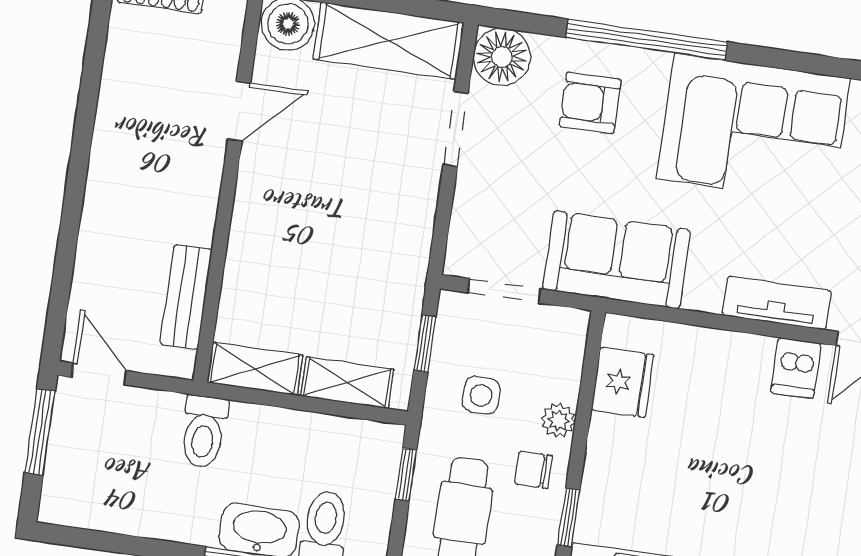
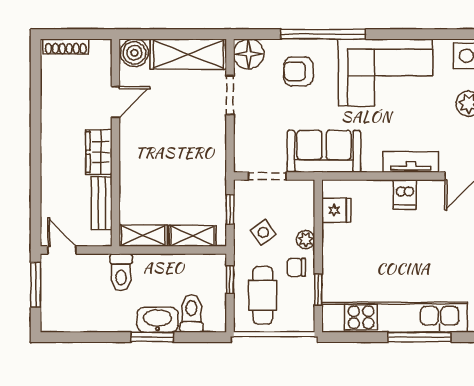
wardrobe: (195, 200) -> (99, 152), added
dishwasher: (796, 368) -> (405, 194), moved
fridge: (623, 382) -> (336, 210), width x0.72
side table: (481, 395) -> (263, 232), turned -36

